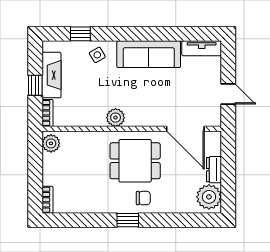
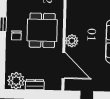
plant: (116, 118) -> (72, 41), moved
door: (185, 129) -> (63, 65), swing flipped

